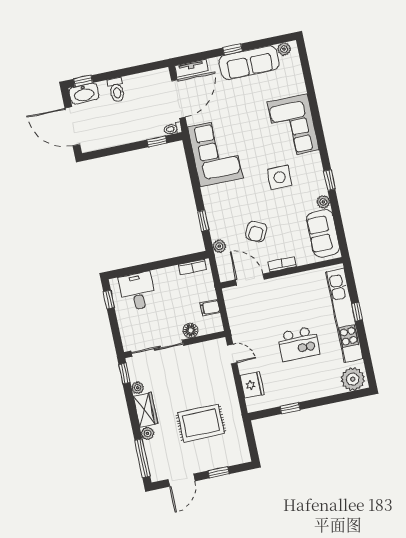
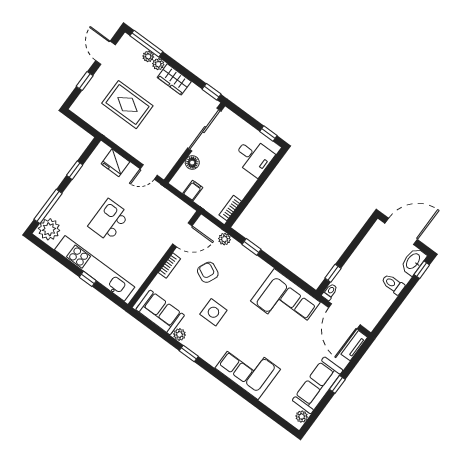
side table: (280, 177) -> (213, 312), moved
plant: (138, 388) -> (148, 56), moved
window: (337, 398) -> (48, 206), added
rug: (201, 423) -> (127, 105), turned 90

